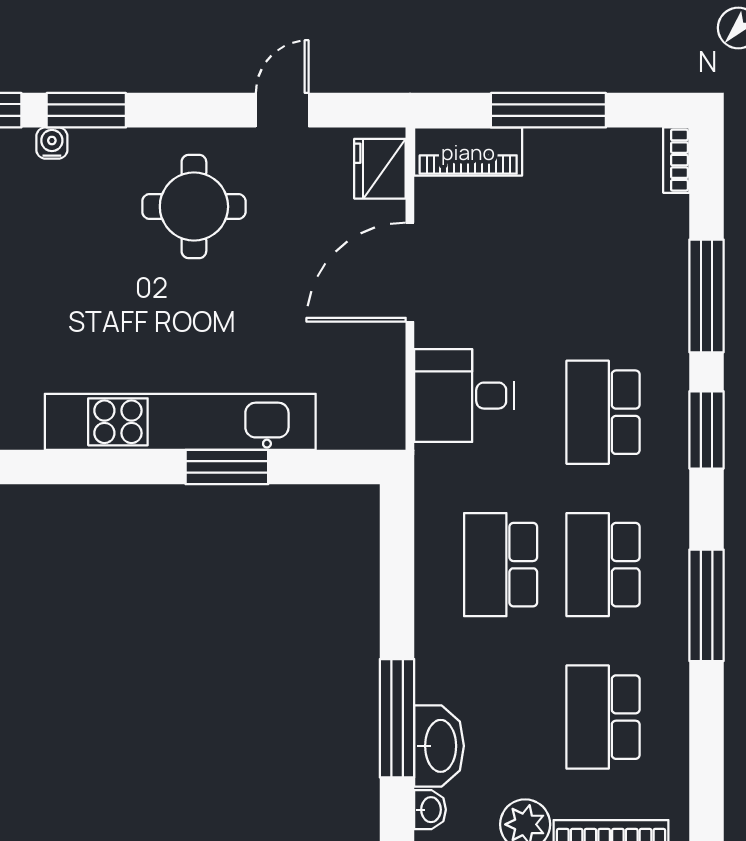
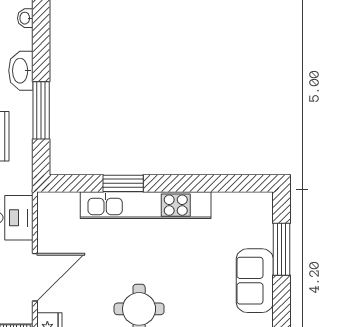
window: (397, 718) -> (41, 110), moved
washbasin: (439, 746) -> (21, 71), moved

